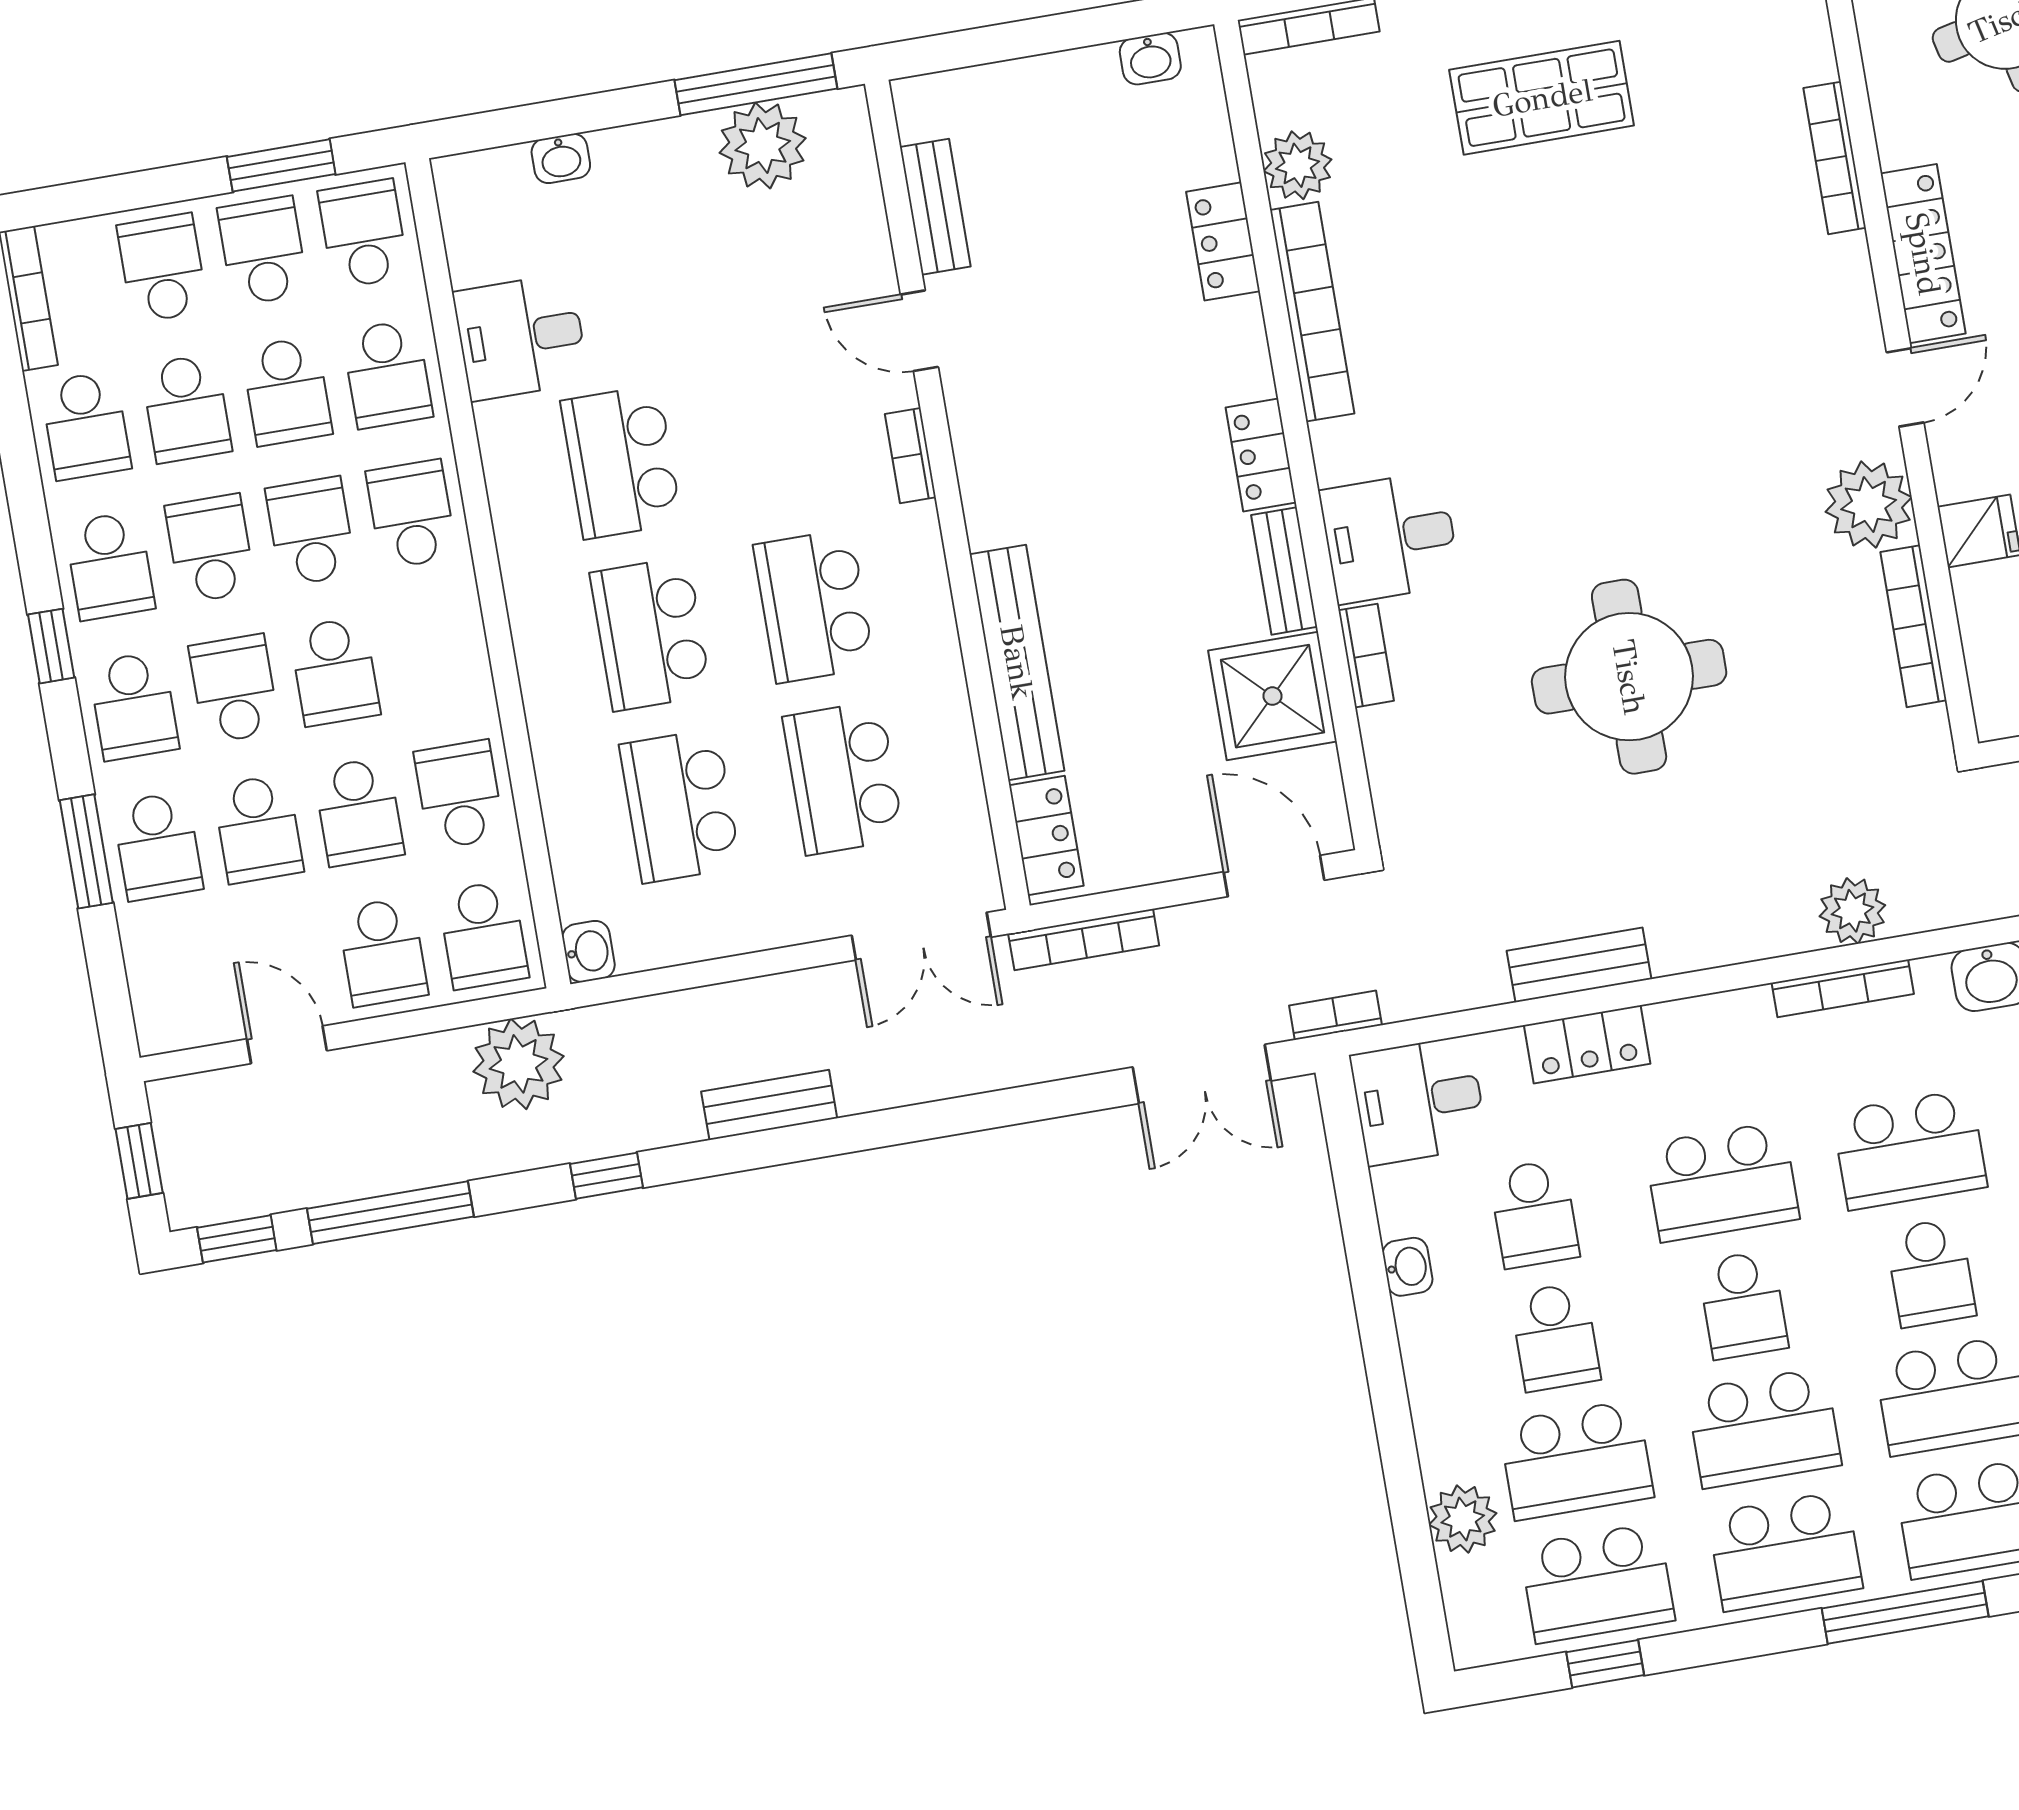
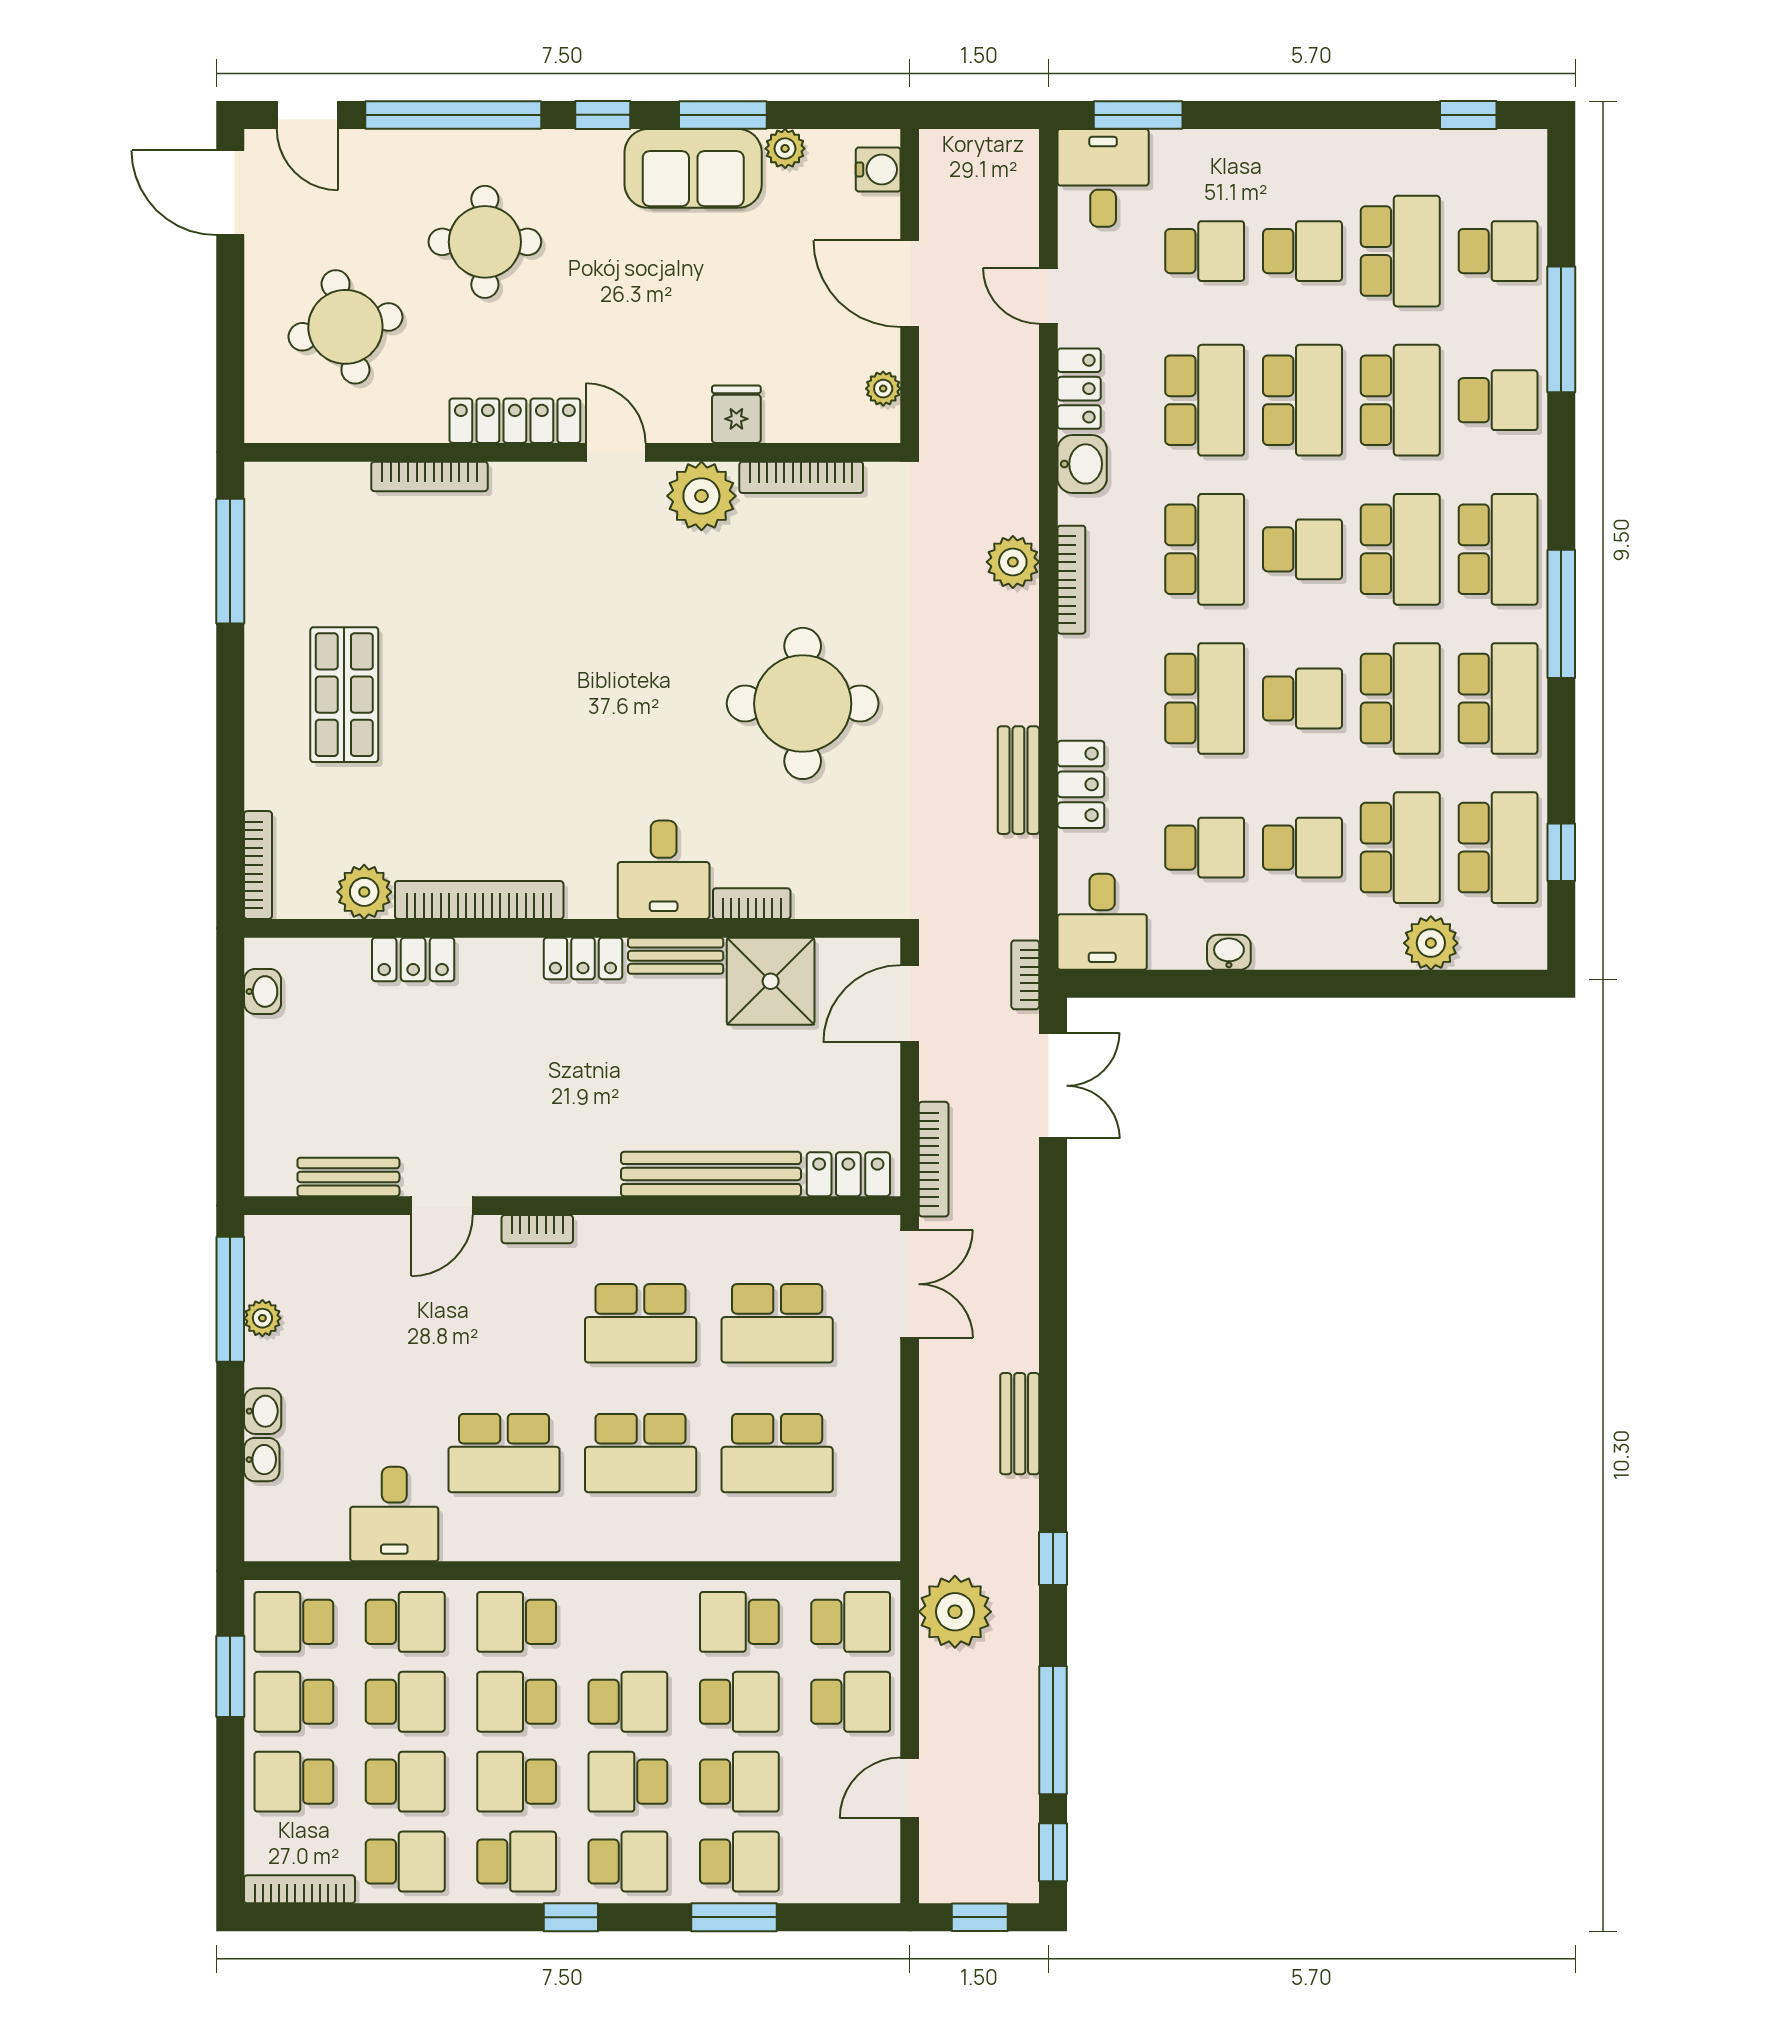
plant: (763, 146) -> (262, 1318), width x0.53, depth x0.53
washbasin: (588, 951) -> (263, 1411), moved, turned 90

